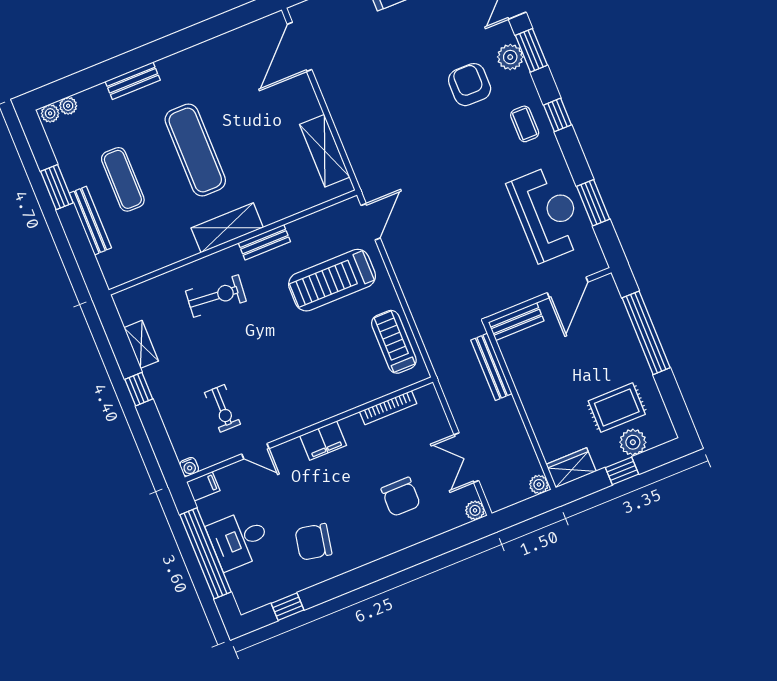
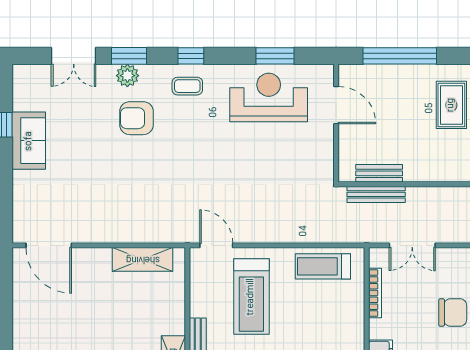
bench: (516, 322) -> (379, 173), moved, turned 90
double door: (466, 458) -> (412, 245), moved

